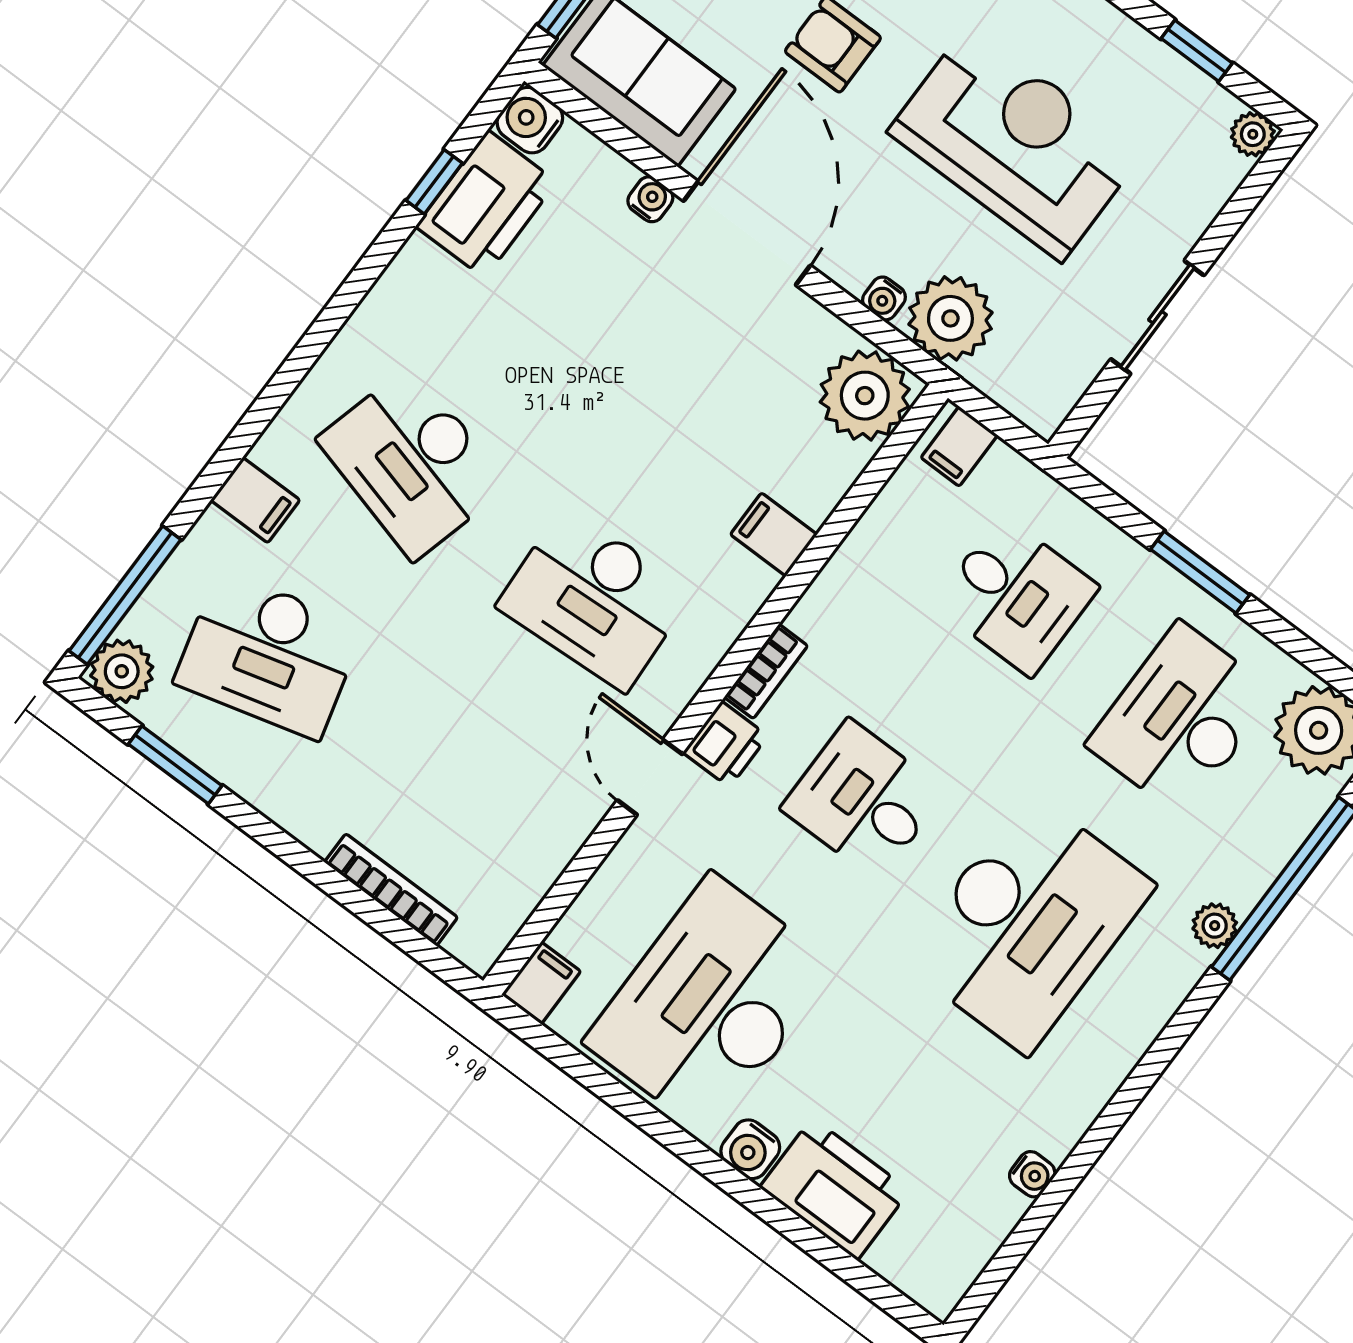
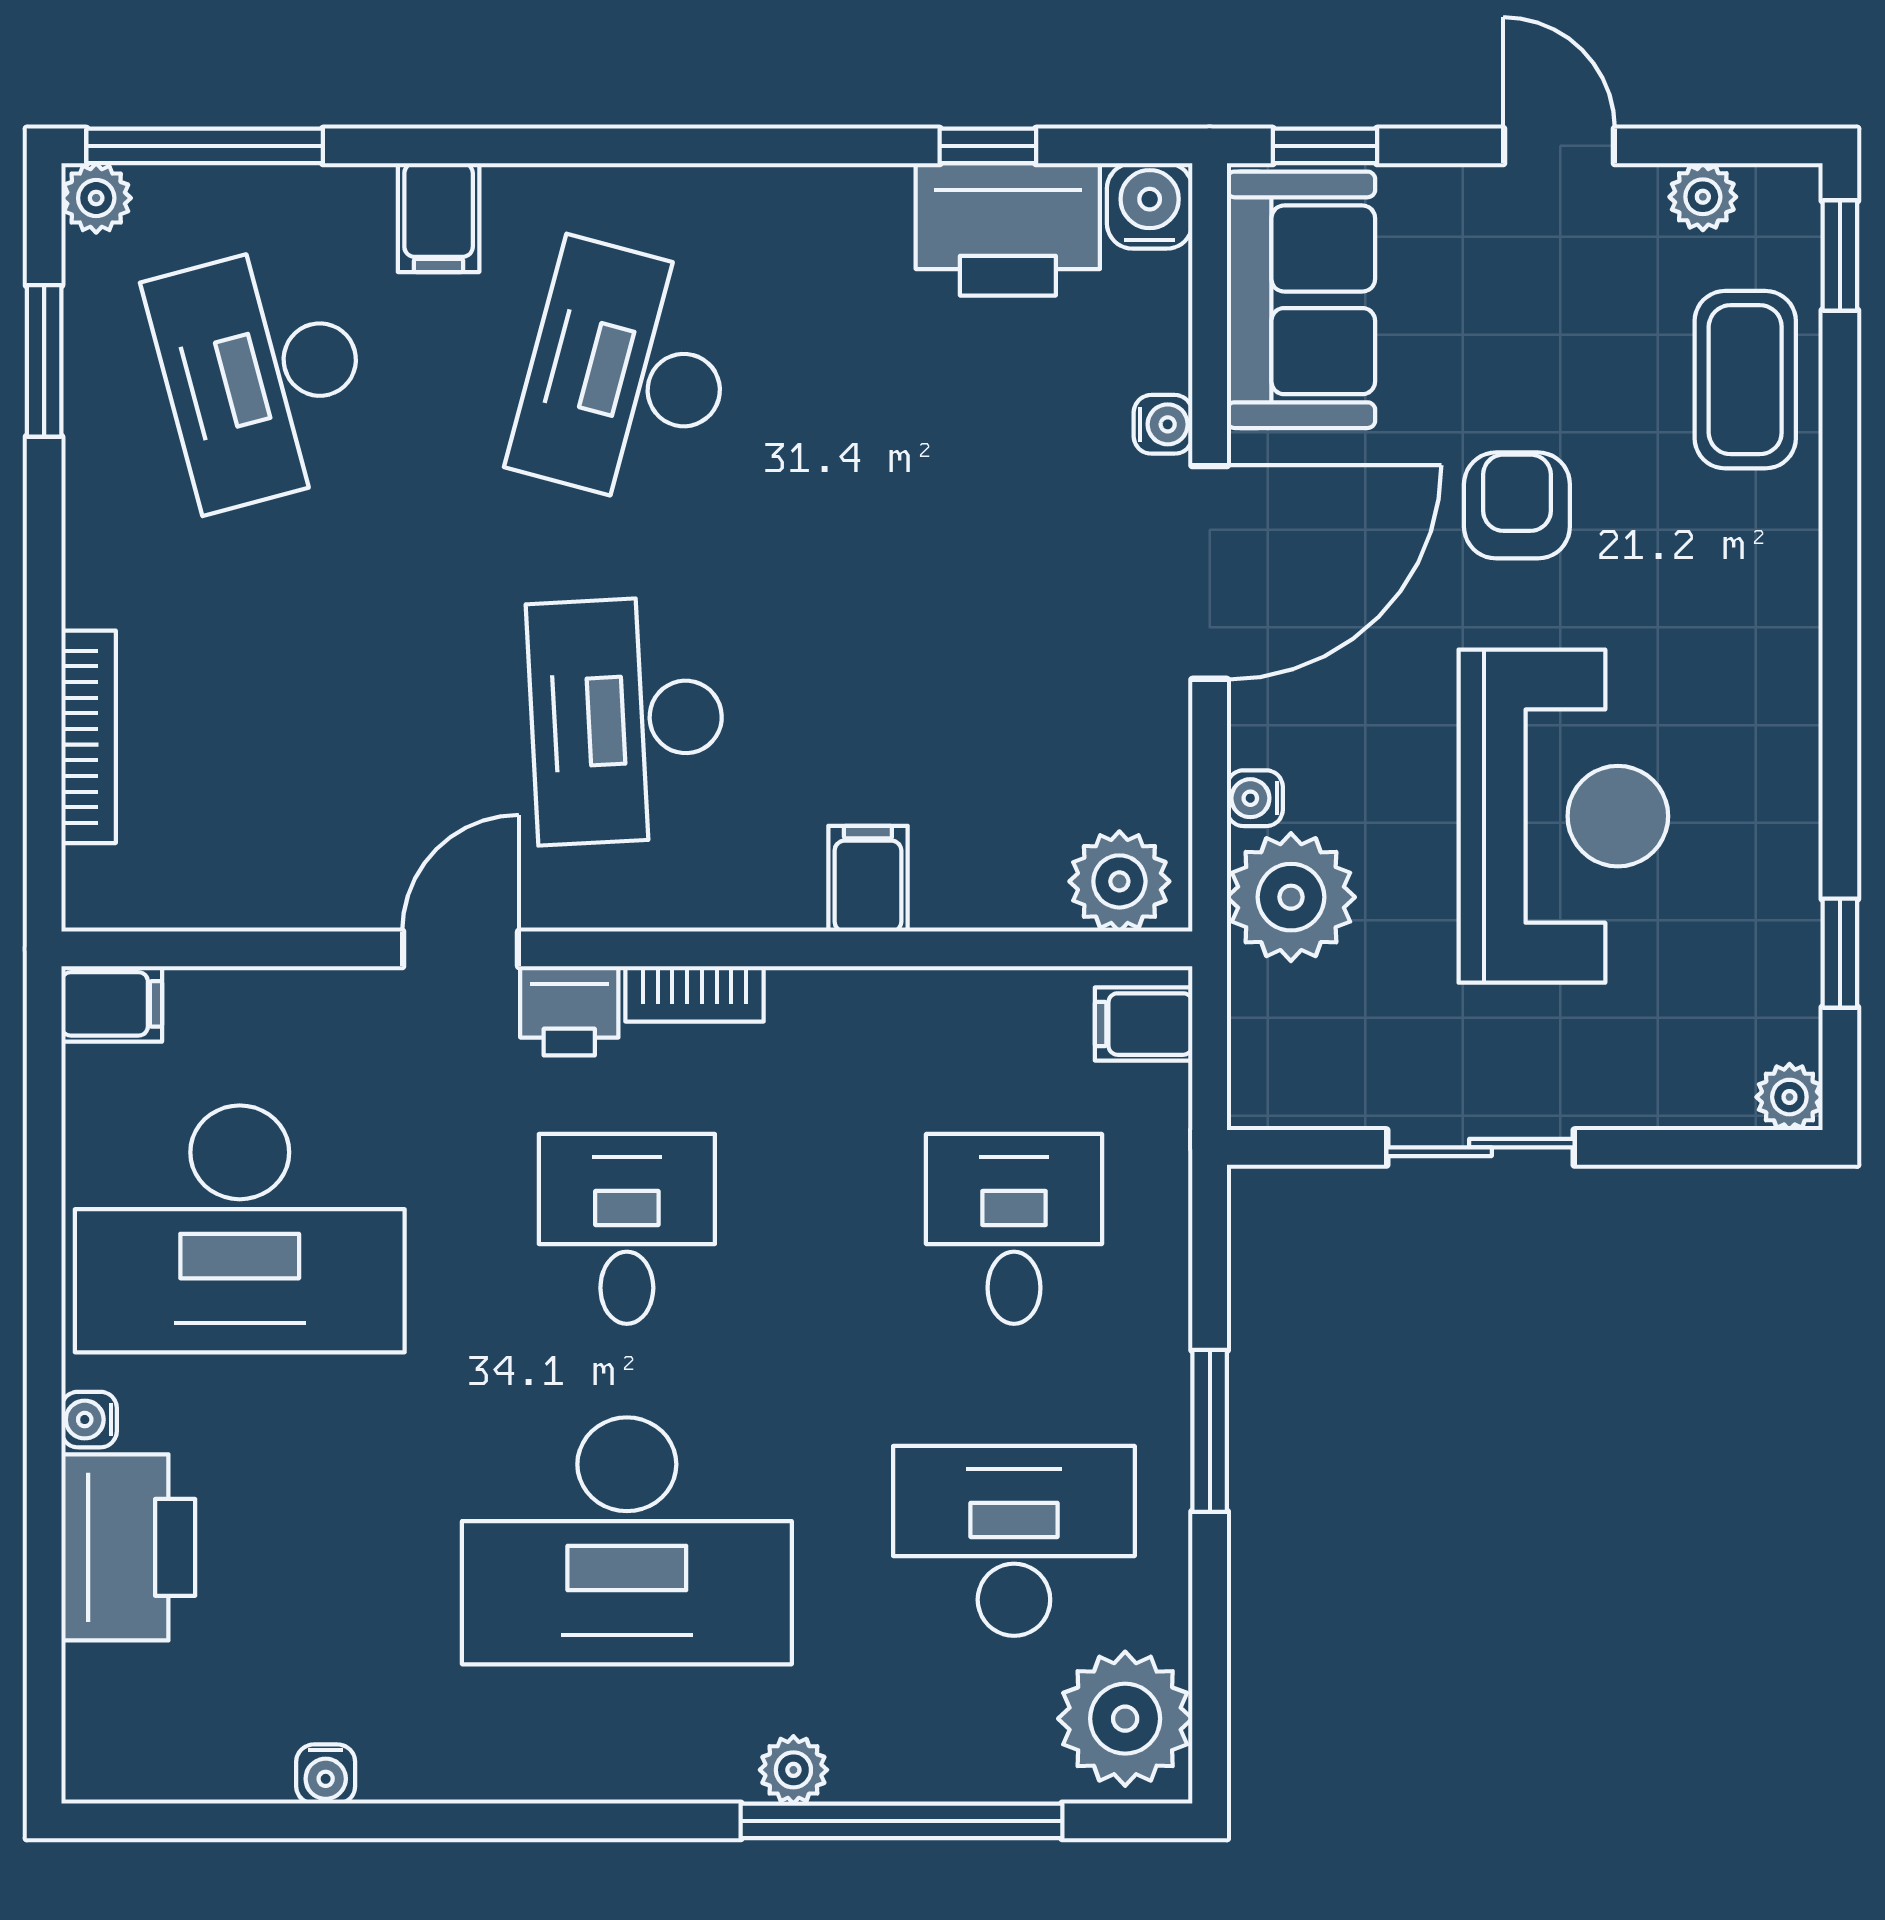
plant: (865, 396) -> (1119, 881), width x0.73, depth x0.73
desk: (1016, 596) -> (1014, 1229), turned 180
plant: (122, 671) -> (96, 198), width x0.73, depth x0.73
desk: (710, 1004) -> (240, 1229), turned 180
water cooler: (750, 1149) -> (89, 1420), width x0.72, depth x0.72

